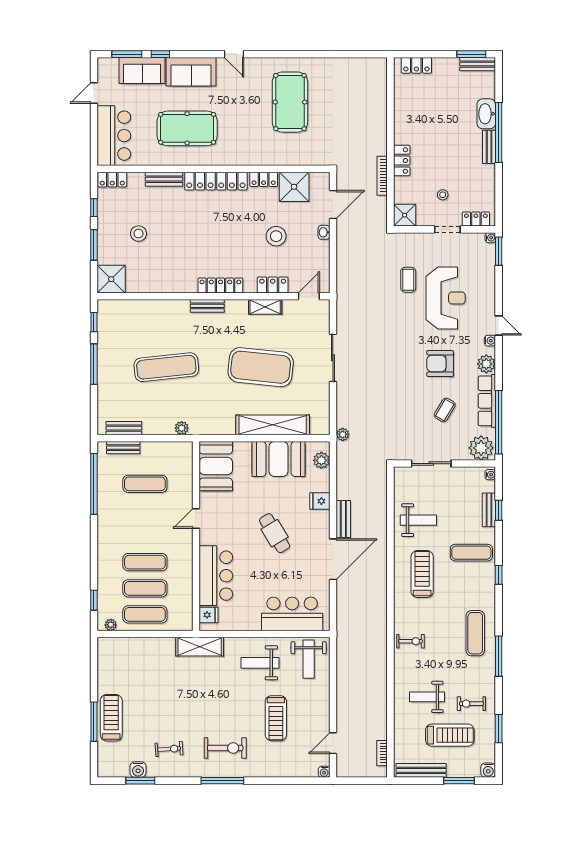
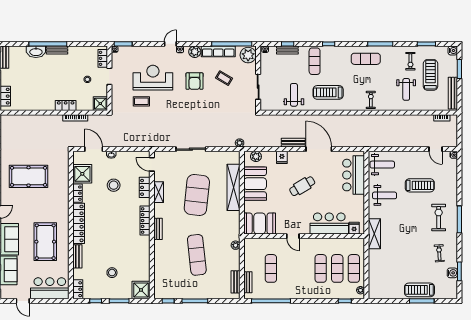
weight bench: (260, 663) -> (385, 195), turned -90

